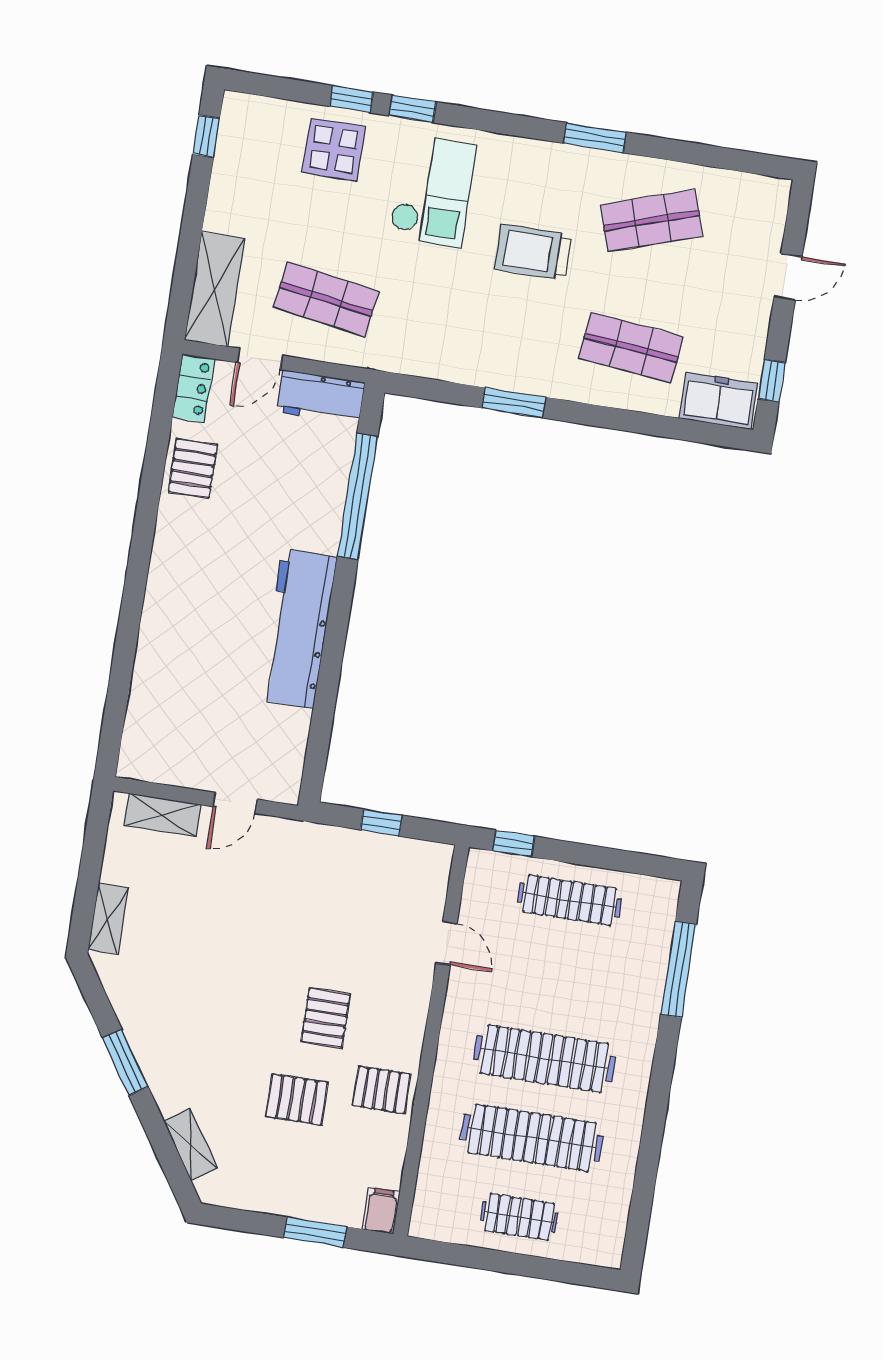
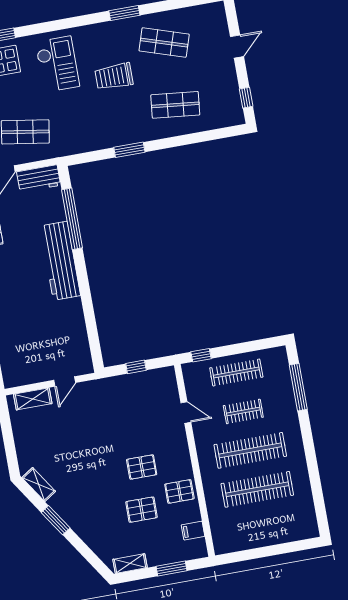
window: (413, 109) -> (35, 29), removed
shop shelf: (651, 220) -> (164, 43), turned 36
freezer: (719, 401) -> (225, 116), removed
workbench: (298, 628) -> (60, 261), moved
shelving: (108, 918) -> (39, 484), moved, turned -34
pallet: (326, 1018) -> (142, 467), turned 90
shelving: (190, 1144) -> (130, 564), moved, turned -56
filing cabinet: (381, 1211) -> (193, 531), moved, turned -90
clothes rail: (519, 1217) -> (243, 411), moved

